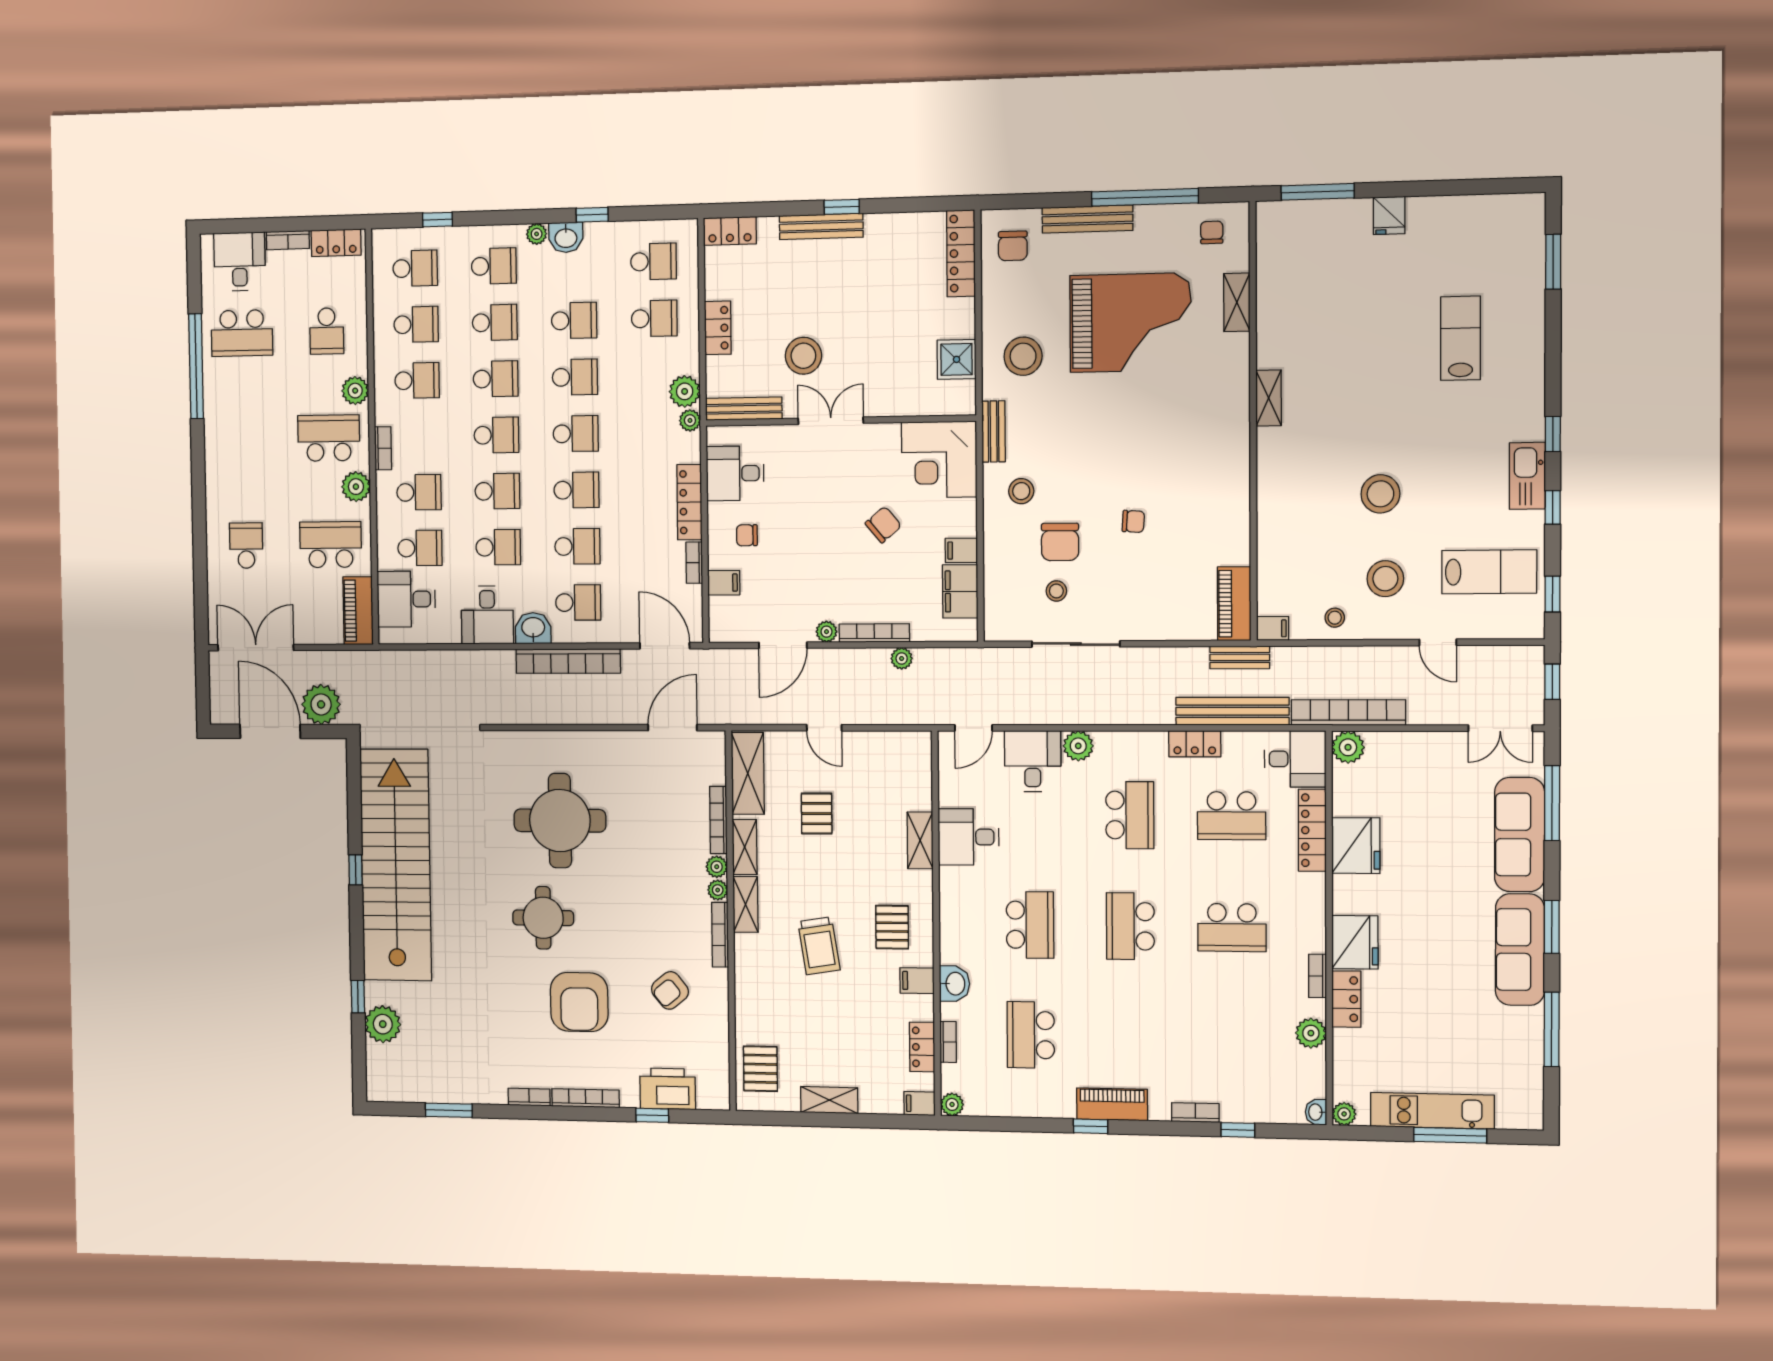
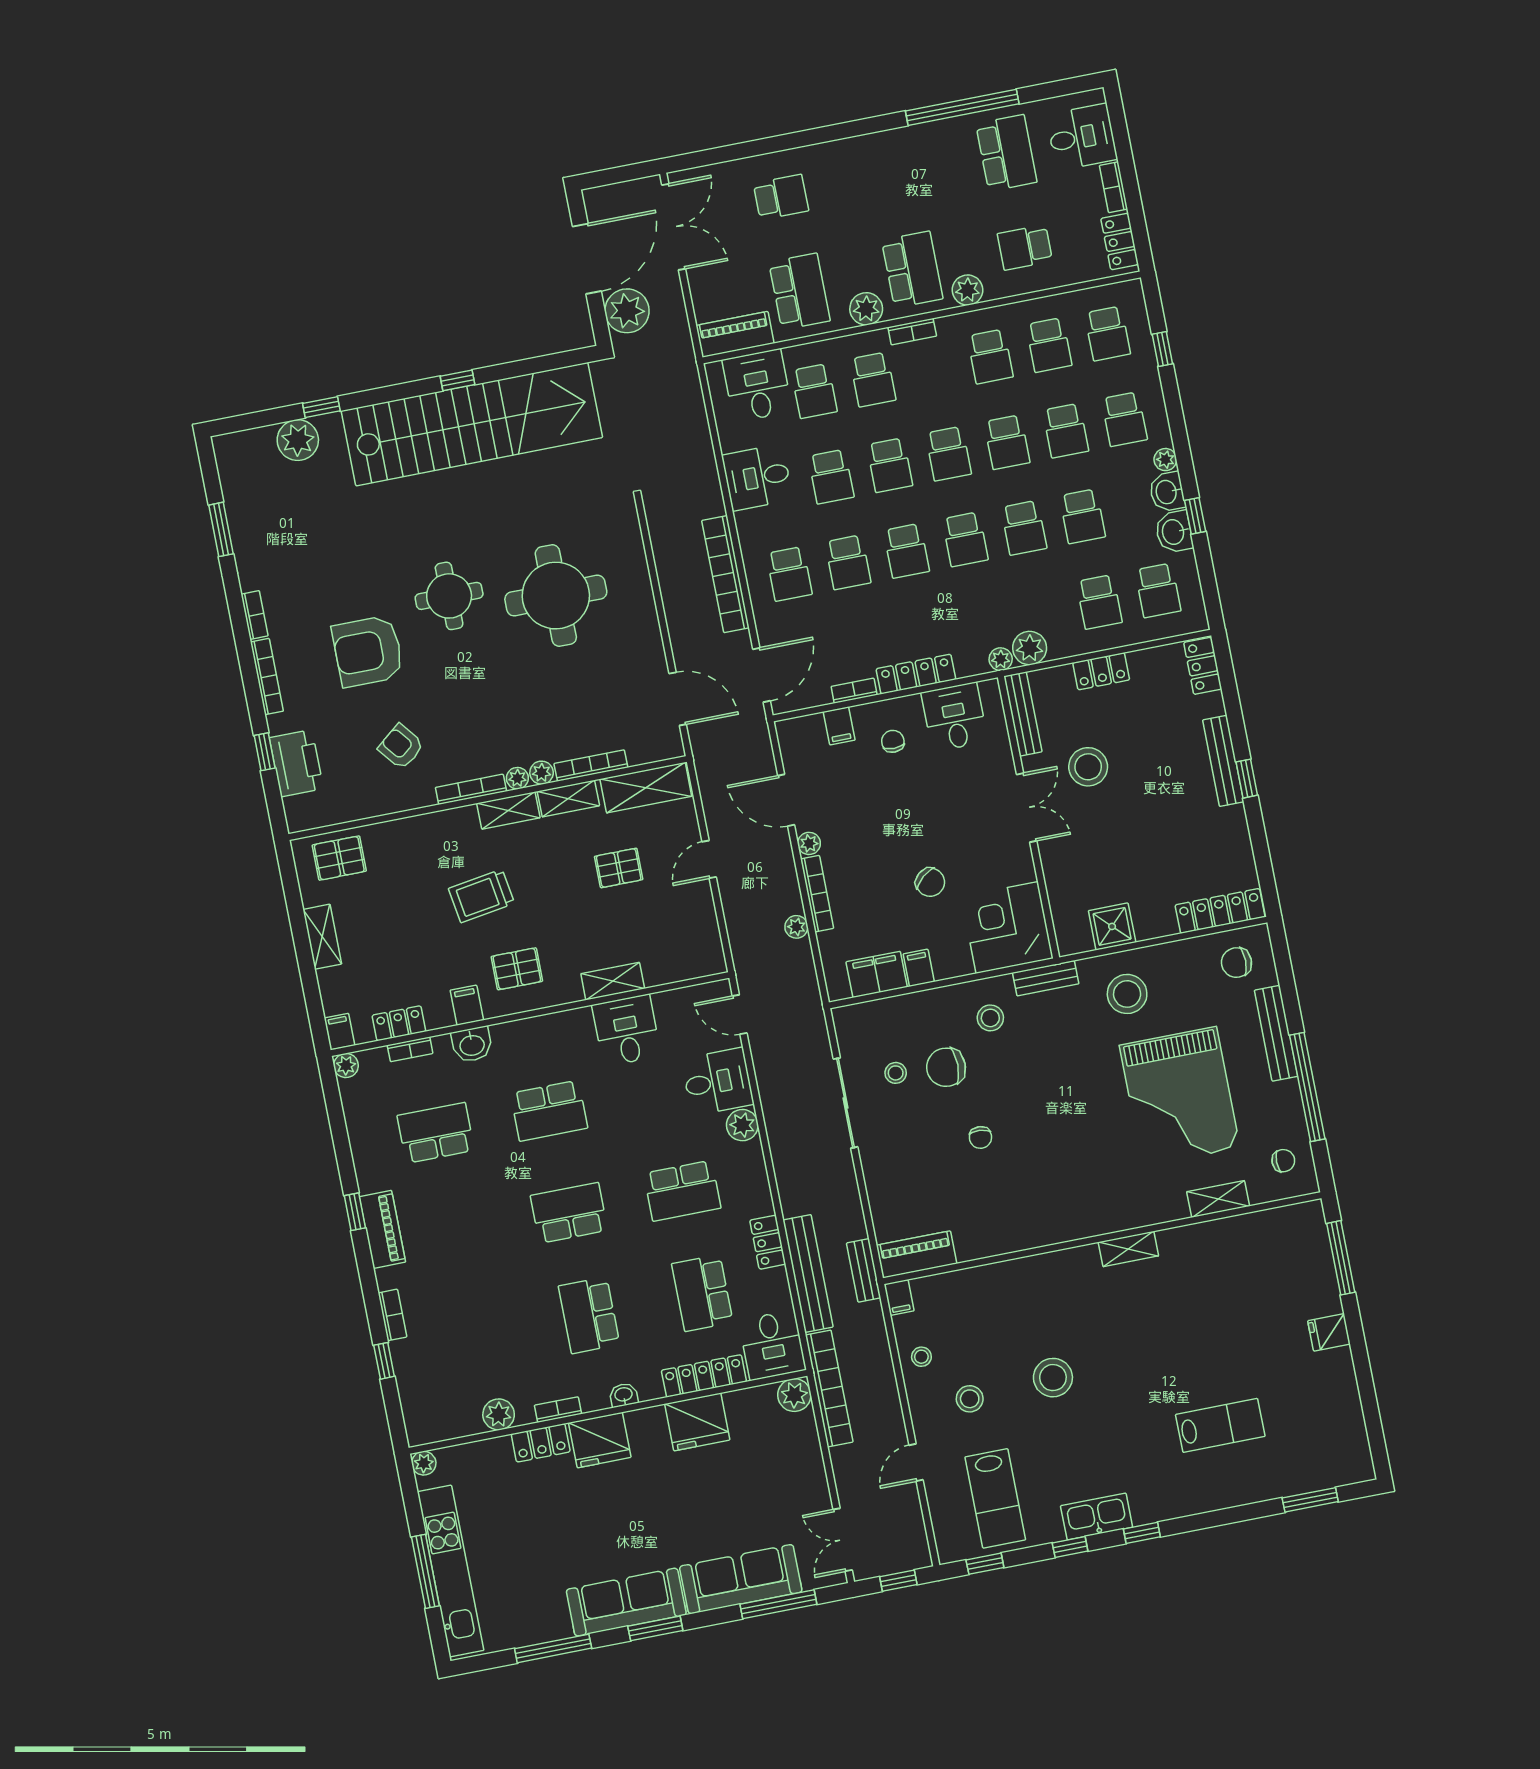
school desk: (242, 333) -> (1006, 153), turned 180
stool: (1385, 579) -> (970, 1399), width x0.73, depth x0.73
washbasin: (533, 628) -> (1174, 532), moved, turned 180
kitchen unit: (1432, 1111) -> (450, 1571), width x1.36
washbasin: (1316, 1112) -> (624, 1395), moved

